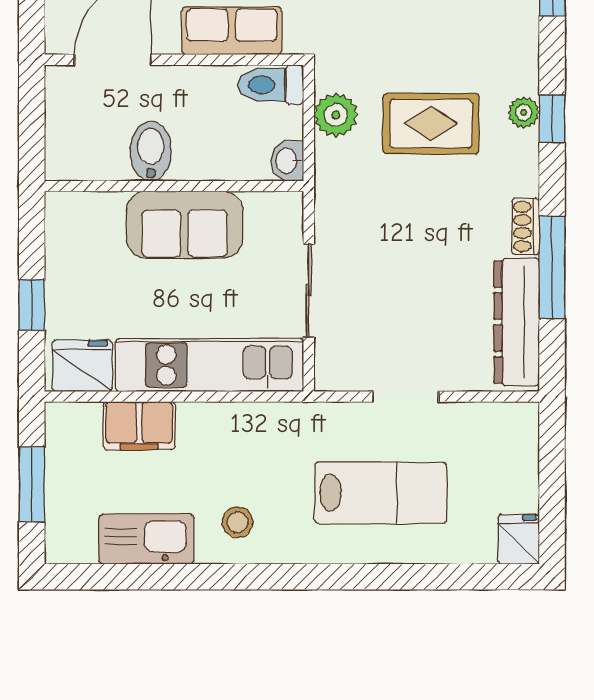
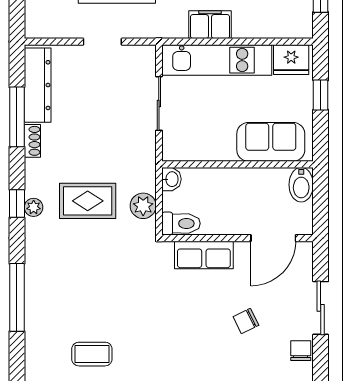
bidet: (151, 151) -> (301, 185), moved
sofa: (184, 225) -> (271, 142), moved
filing cabinet: (139, 426) -> (210, 25), moved

